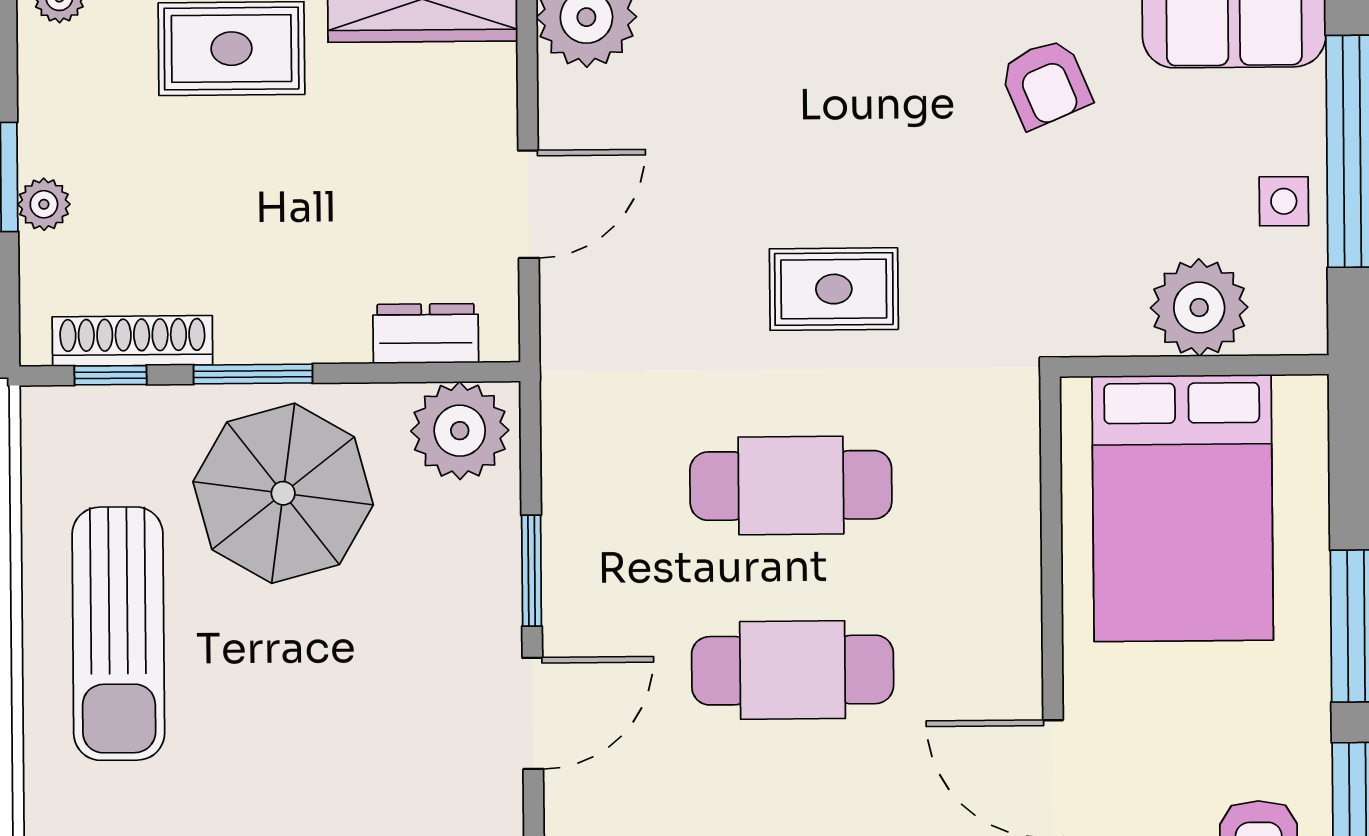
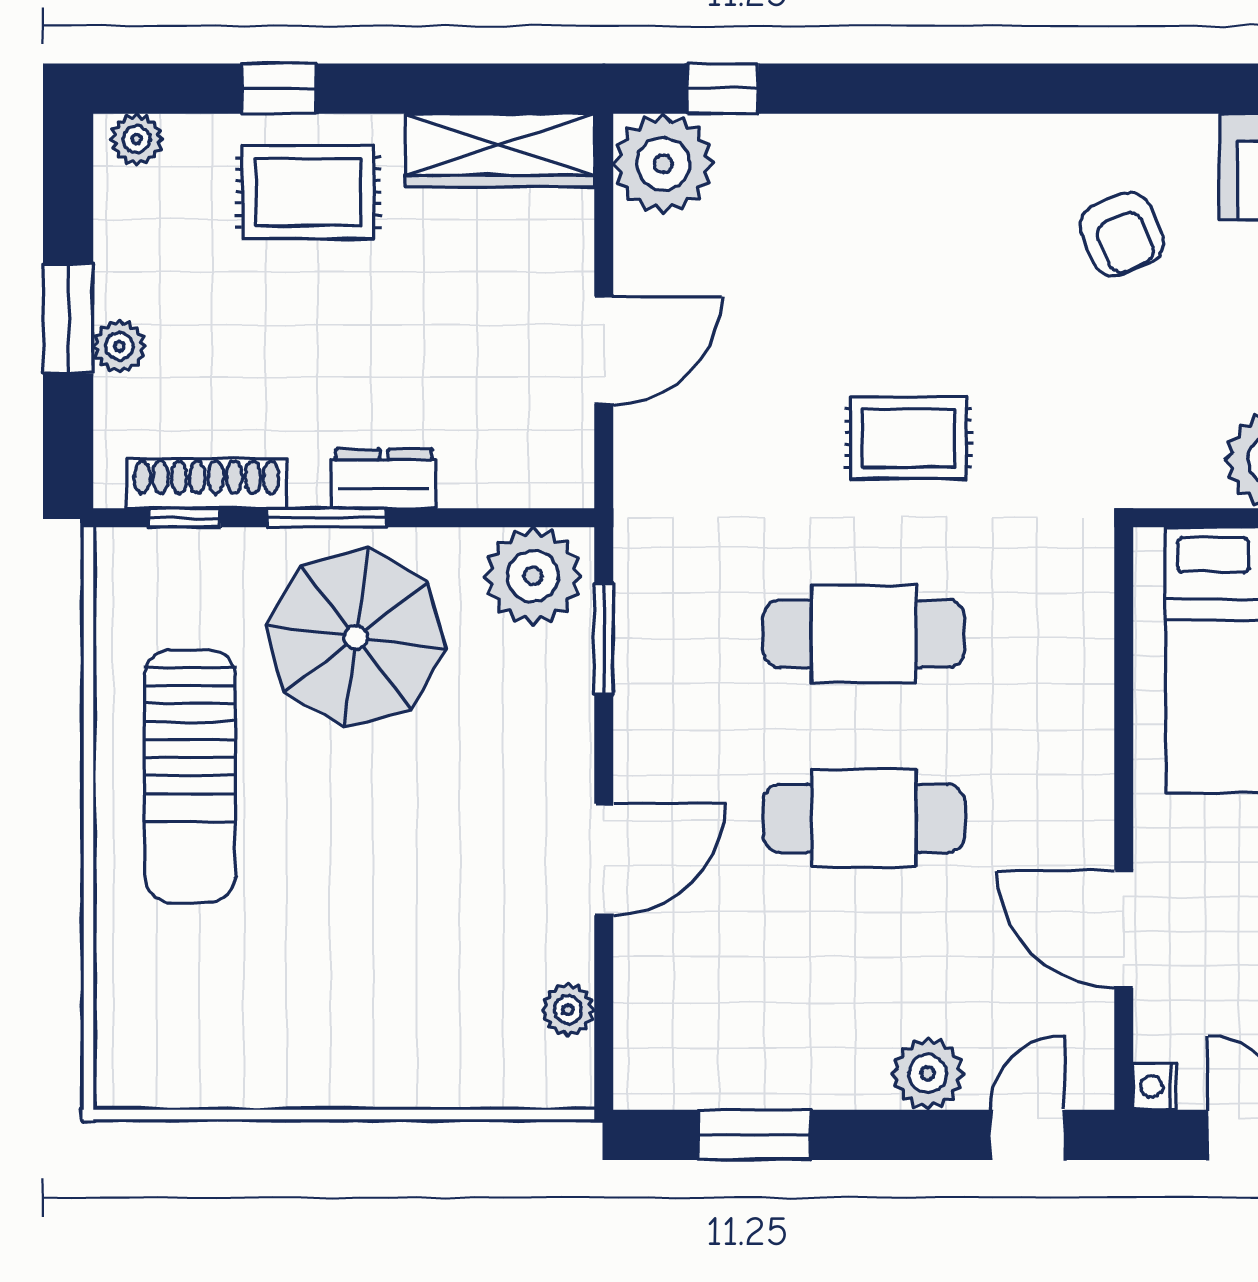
dresser: (426, 333) -> (384, 479), moved
window: (532, 571) -> (604, 638), moved

